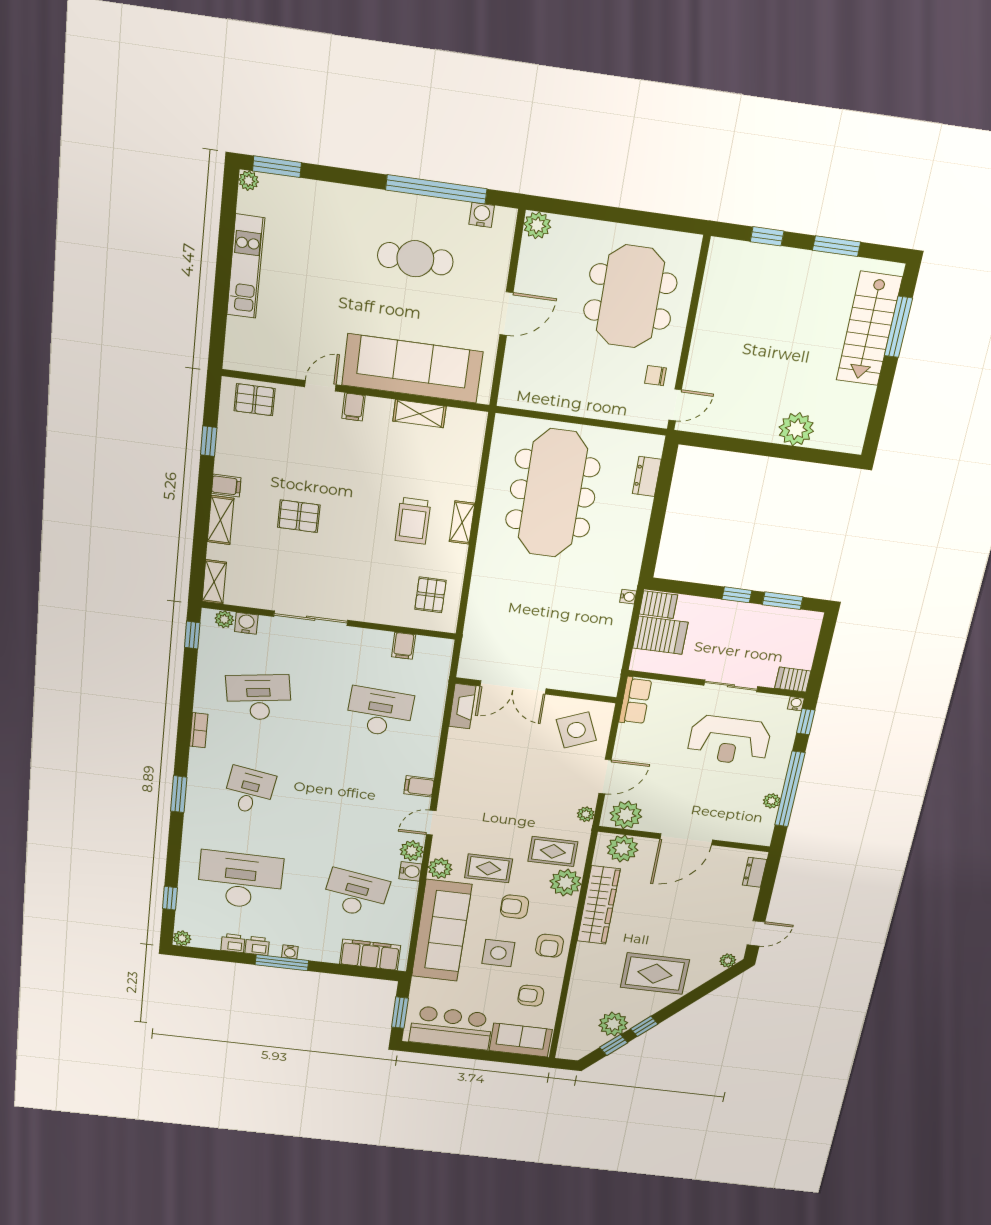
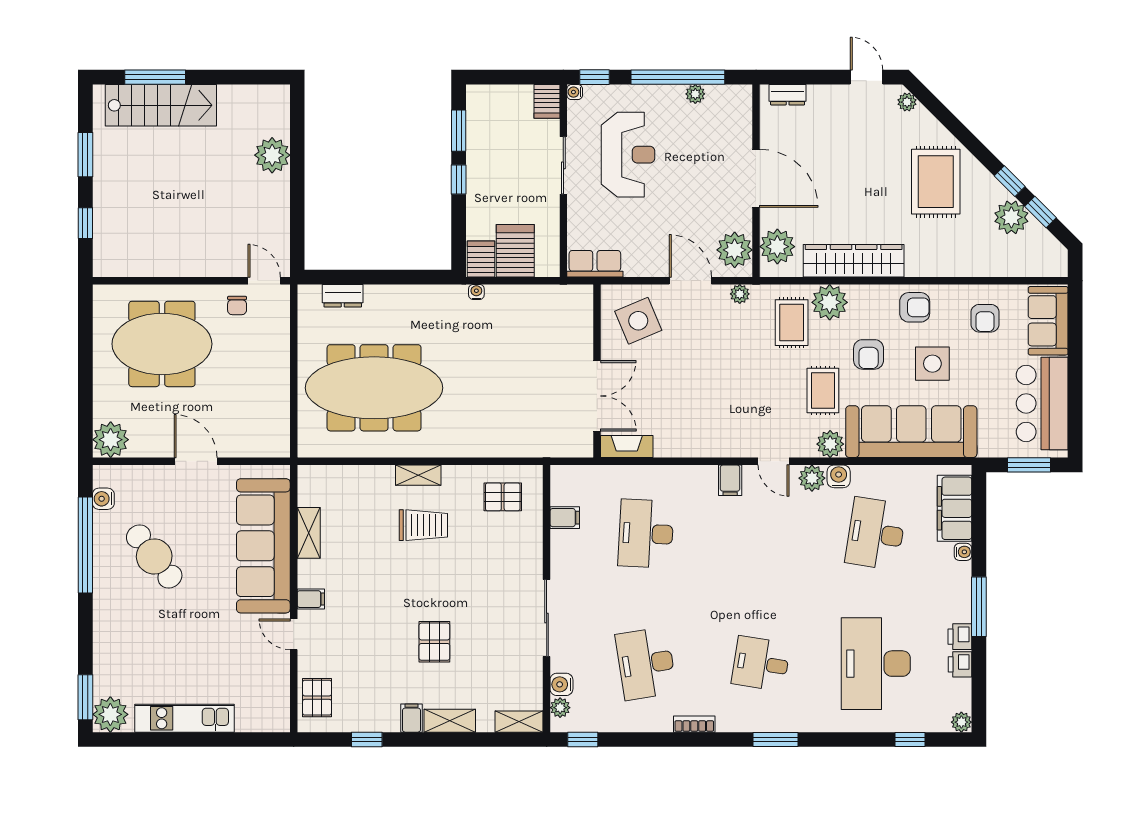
plant: (249, 181) -> (110, 714), width x1.87, depth x1.87
plant: (537, 225) -> (111, 440), width x1.36, depth x1.36
cafe table: (415, 259) -> (154, 556), turned -38
water cooler: (290, 952) -> (963, 552), moved

